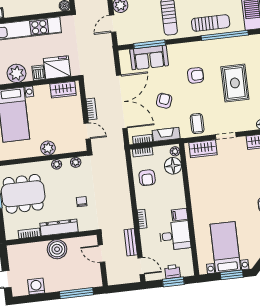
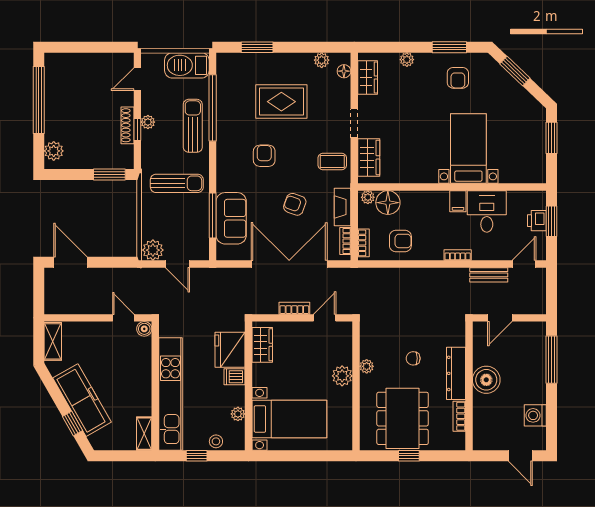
plant: (16, 73) -> (238, 414), width x0.53, depth x0.53
plant: (76, 162) -> (367, 339), removed
chair: (82, 202) -> (413, 358), moved
bed with nightstands: (225, 247) -> (468, 149), moved, turned 90

